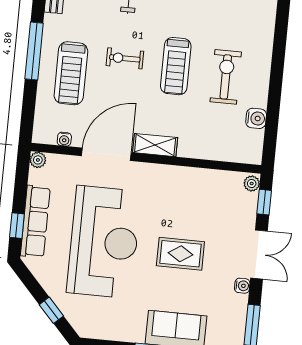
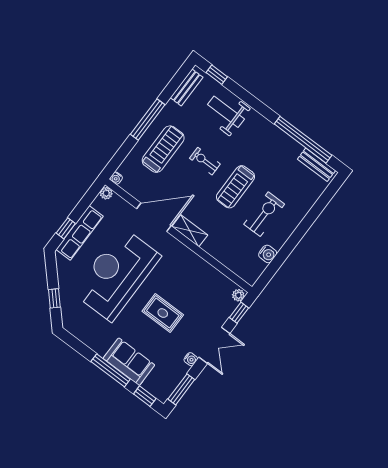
treadmill: (71, 73) -> (163, 149), turned 180
water cooler: (64, 139) -> (116, 178), moved
reception desk: (104, 242) -> (117, 274), turned 180

